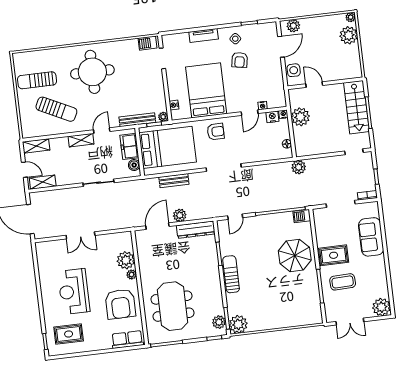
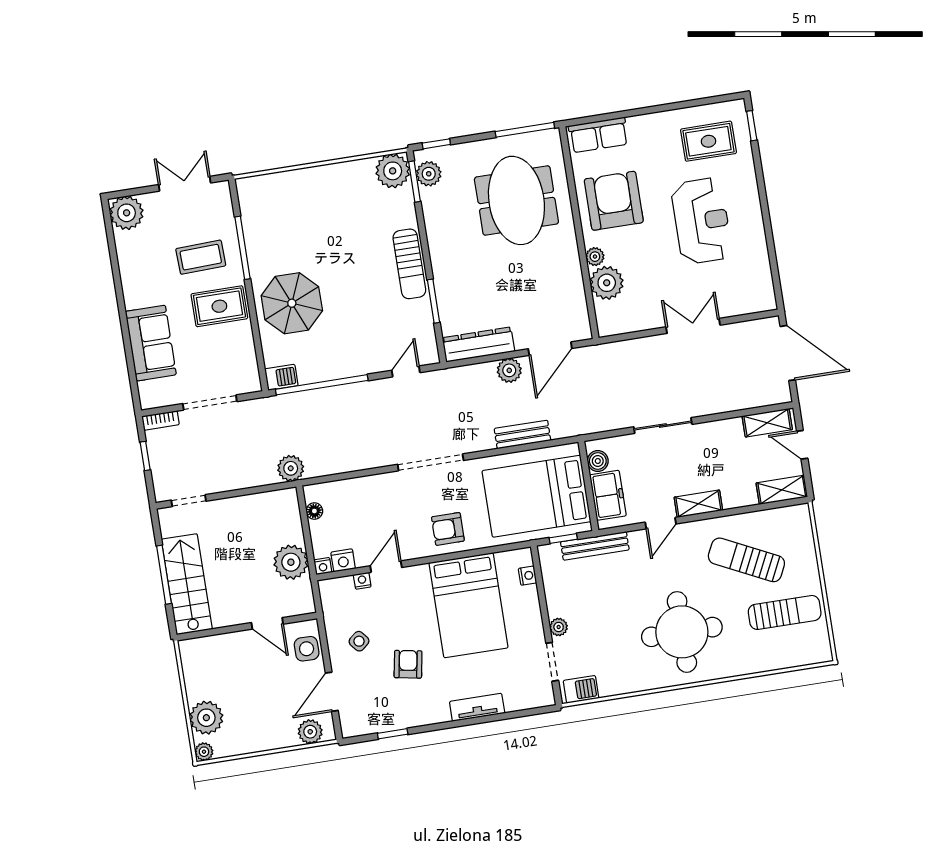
side table: (235, 39) -> (359, 641), moved
plant: (163, 117) -> (559, 627), moved

